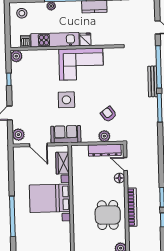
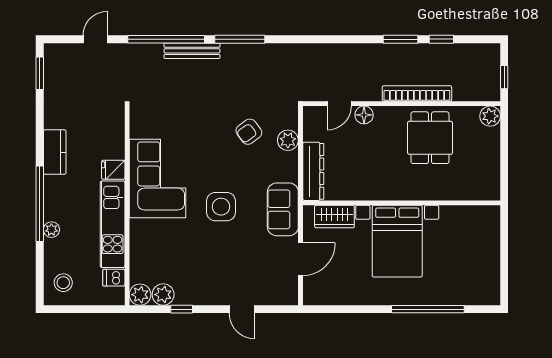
plant: (18, 135) -> (163, 295), moved
dresser: (105, 150) -> (313, 171), moved
dining table: (108, 215) -> (430, 138), turned 90

